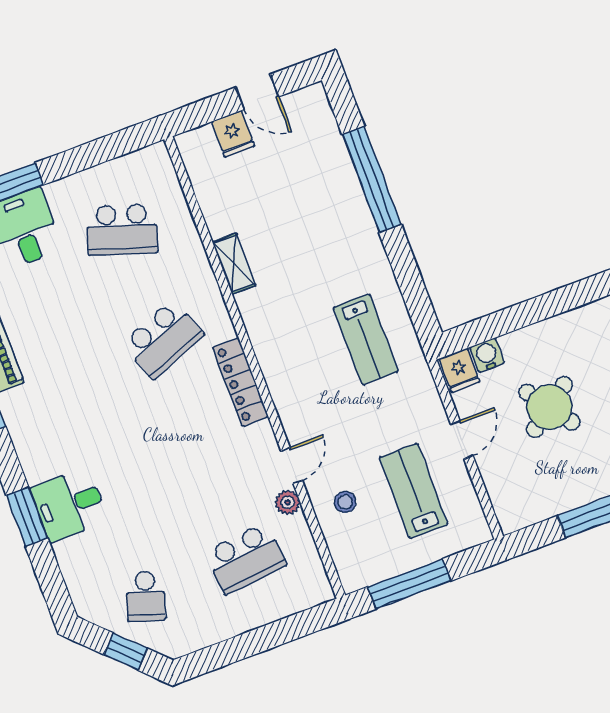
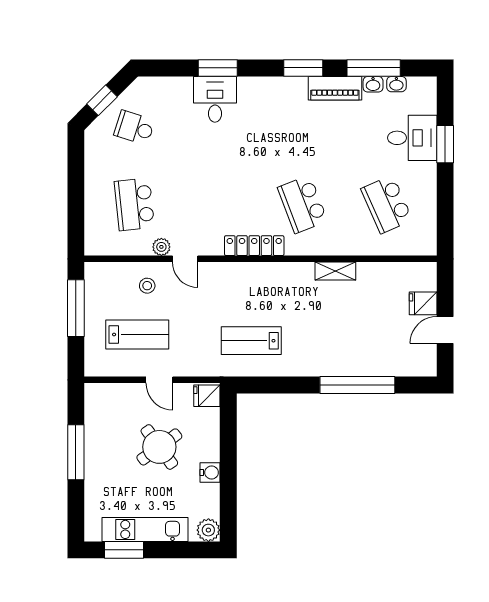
school desk: (122, 230) -> (387, 204), turned -42
water cooler: (487, 355) -> (210, 472), moved

